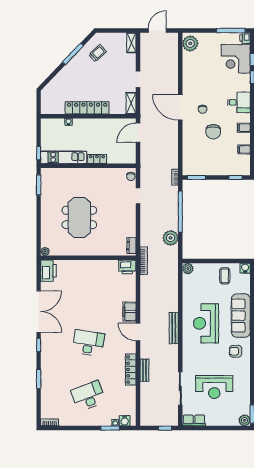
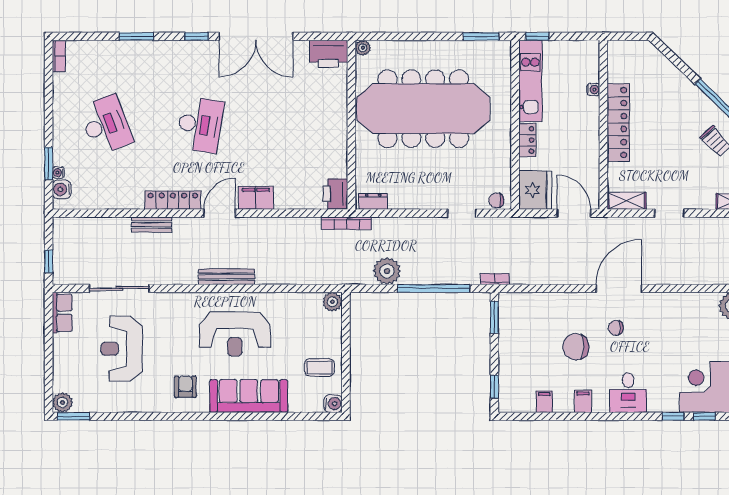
fridge: (125, 155) -> (535, 190), added
meeting table: (79, 217) -> (423, 109), width x1.86, depth x1.27
reception desk: (206, 323) -> (235, 334), turned 180
locker: (131, 370) -> (173, 200), moved

